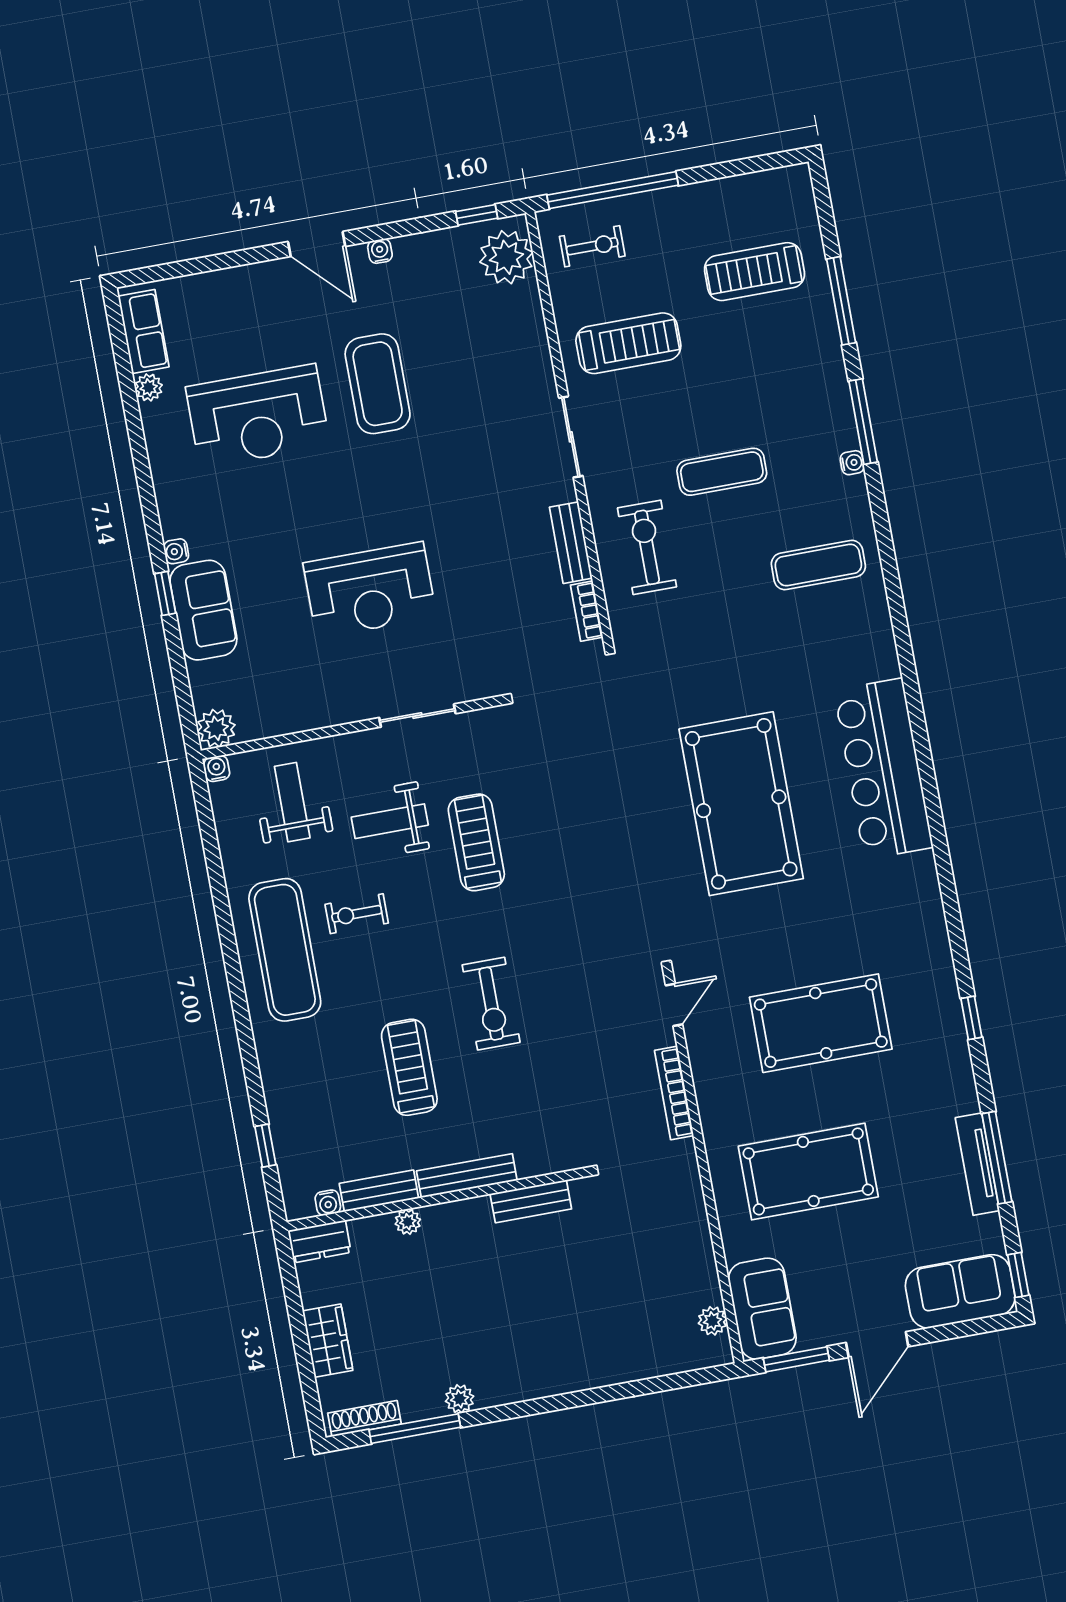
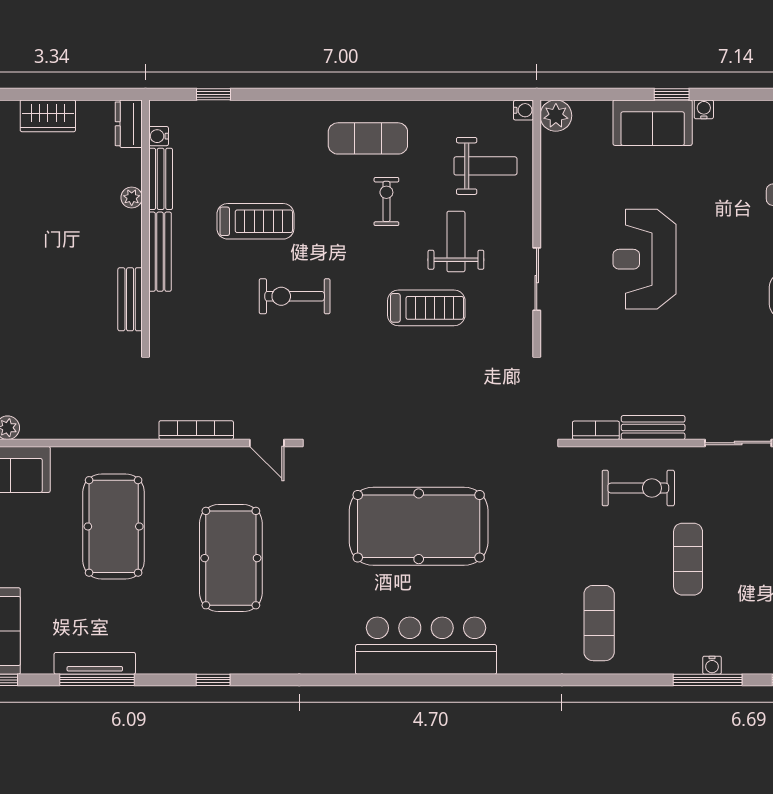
water cooler: (852, 463) -> (712, 665), moved
exercise mat: (285, 950) -> (368, 138), width x0.73, depth x0.69

